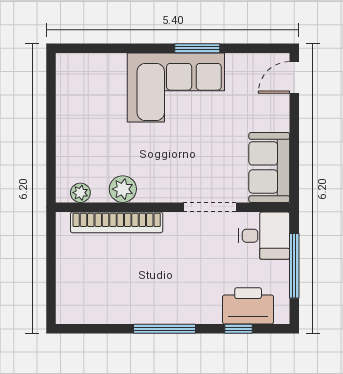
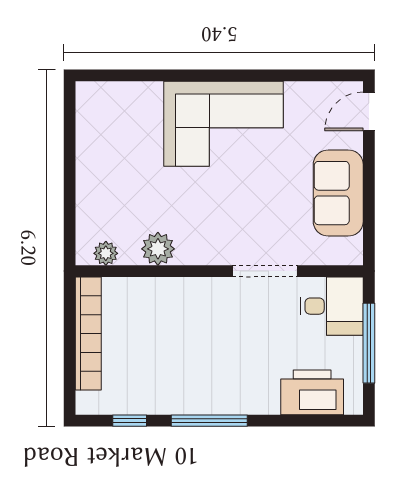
window: (197, 48) -> (250, 75), removed
sofa: (269, 167) -> (338, 193), moved
bookcase: (117, 222) -> (88, 333), moved, turned -90
window: (238, 329) -> (130, 421), moved

